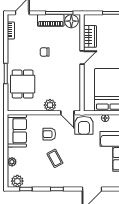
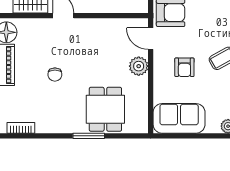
dining table: (23, 84) -> (105, 109), turned 90
door: (67, 113) -> (151, 39), swing flipped

